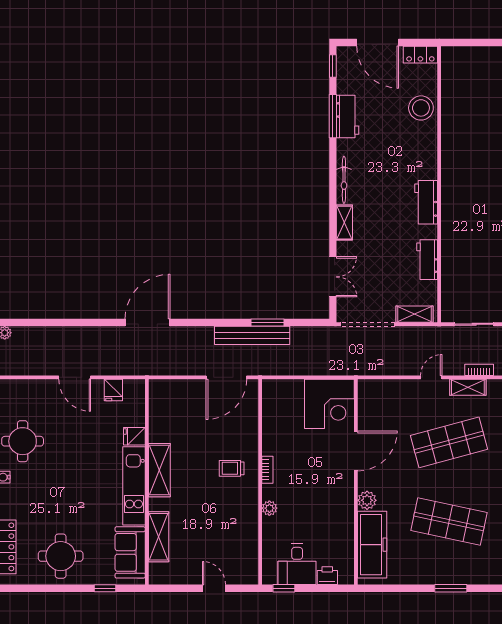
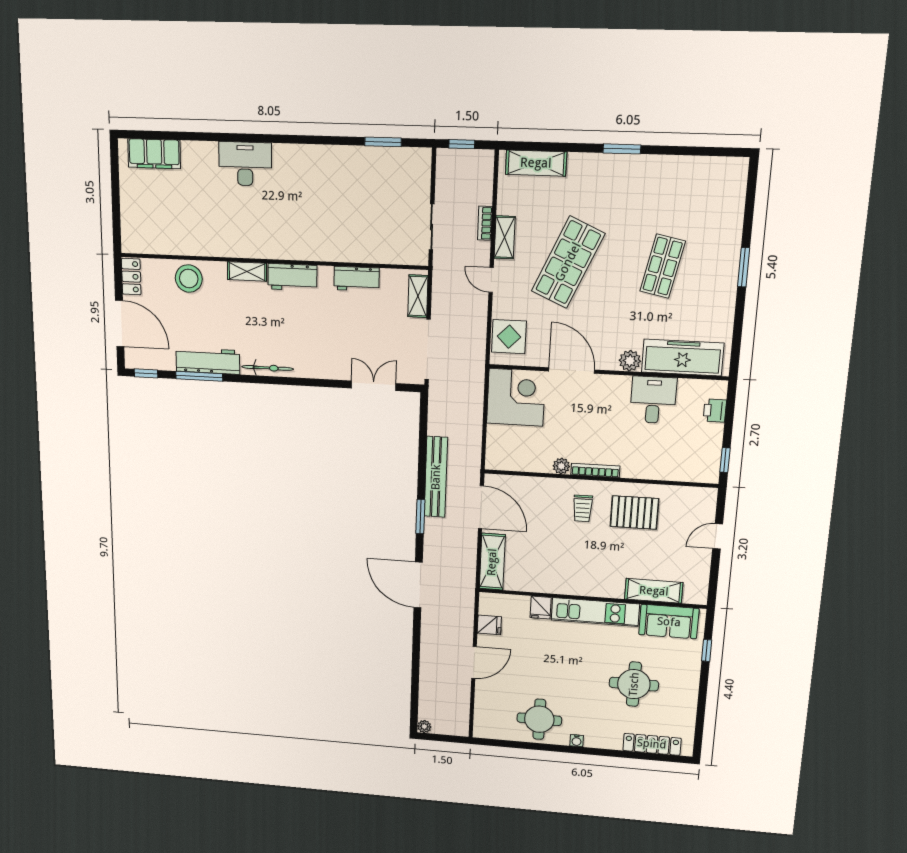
door: (378, 42) -> (120, 324), hinge flipped
workbench: (347, 116) -> (208, 361), width x1.38
shelving: (344, 223) -> (247, 271), moved
window: (267, 322) -> (420, 516), moved
display table: (383, 395) -> (509, 337), added
shop shelf: (449, 442) -> (568, 262), turned 39
shelving: (159, 470) -> (492, 562), moved, turned 90
bookcase: (267, 470) -> (595, 470), width x1.56
plant: (269, 508) -> (561, 466), moved
pallet: (231, 514) -> (634, 513), added
shop shelf: (449, 522) -> (663, 266), width x0.70, depth x0.74
round table: (61, 556) -> (634, 684), moved
desk: (297, 564) -> (653, 400), moved, turned -90

